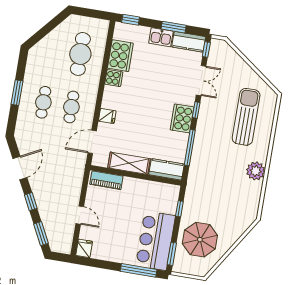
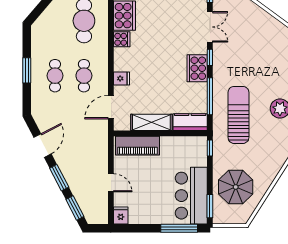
sun lounger: (246, 117) -> (238, 115), moved
piano: (106, 180) -> (137, 146), width x1.37, depth x1.33
window: (31, 202) -> (59, 178), width x1.50
window: (179, 209) -> (210, 148), moved

